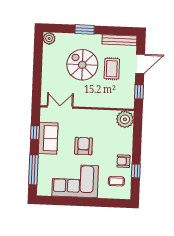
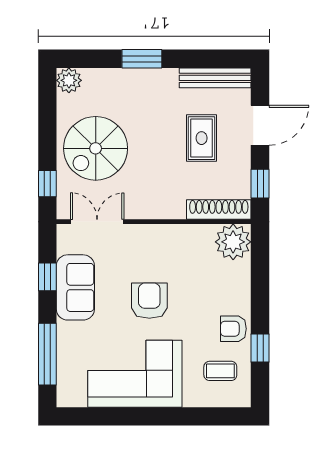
spiral stairs: (82, 65) -> (96, 148), moved, turned -90
window: (37, 88) -> (47, 184), added
shoe rack: (119, 103) -> (219, 210), added

